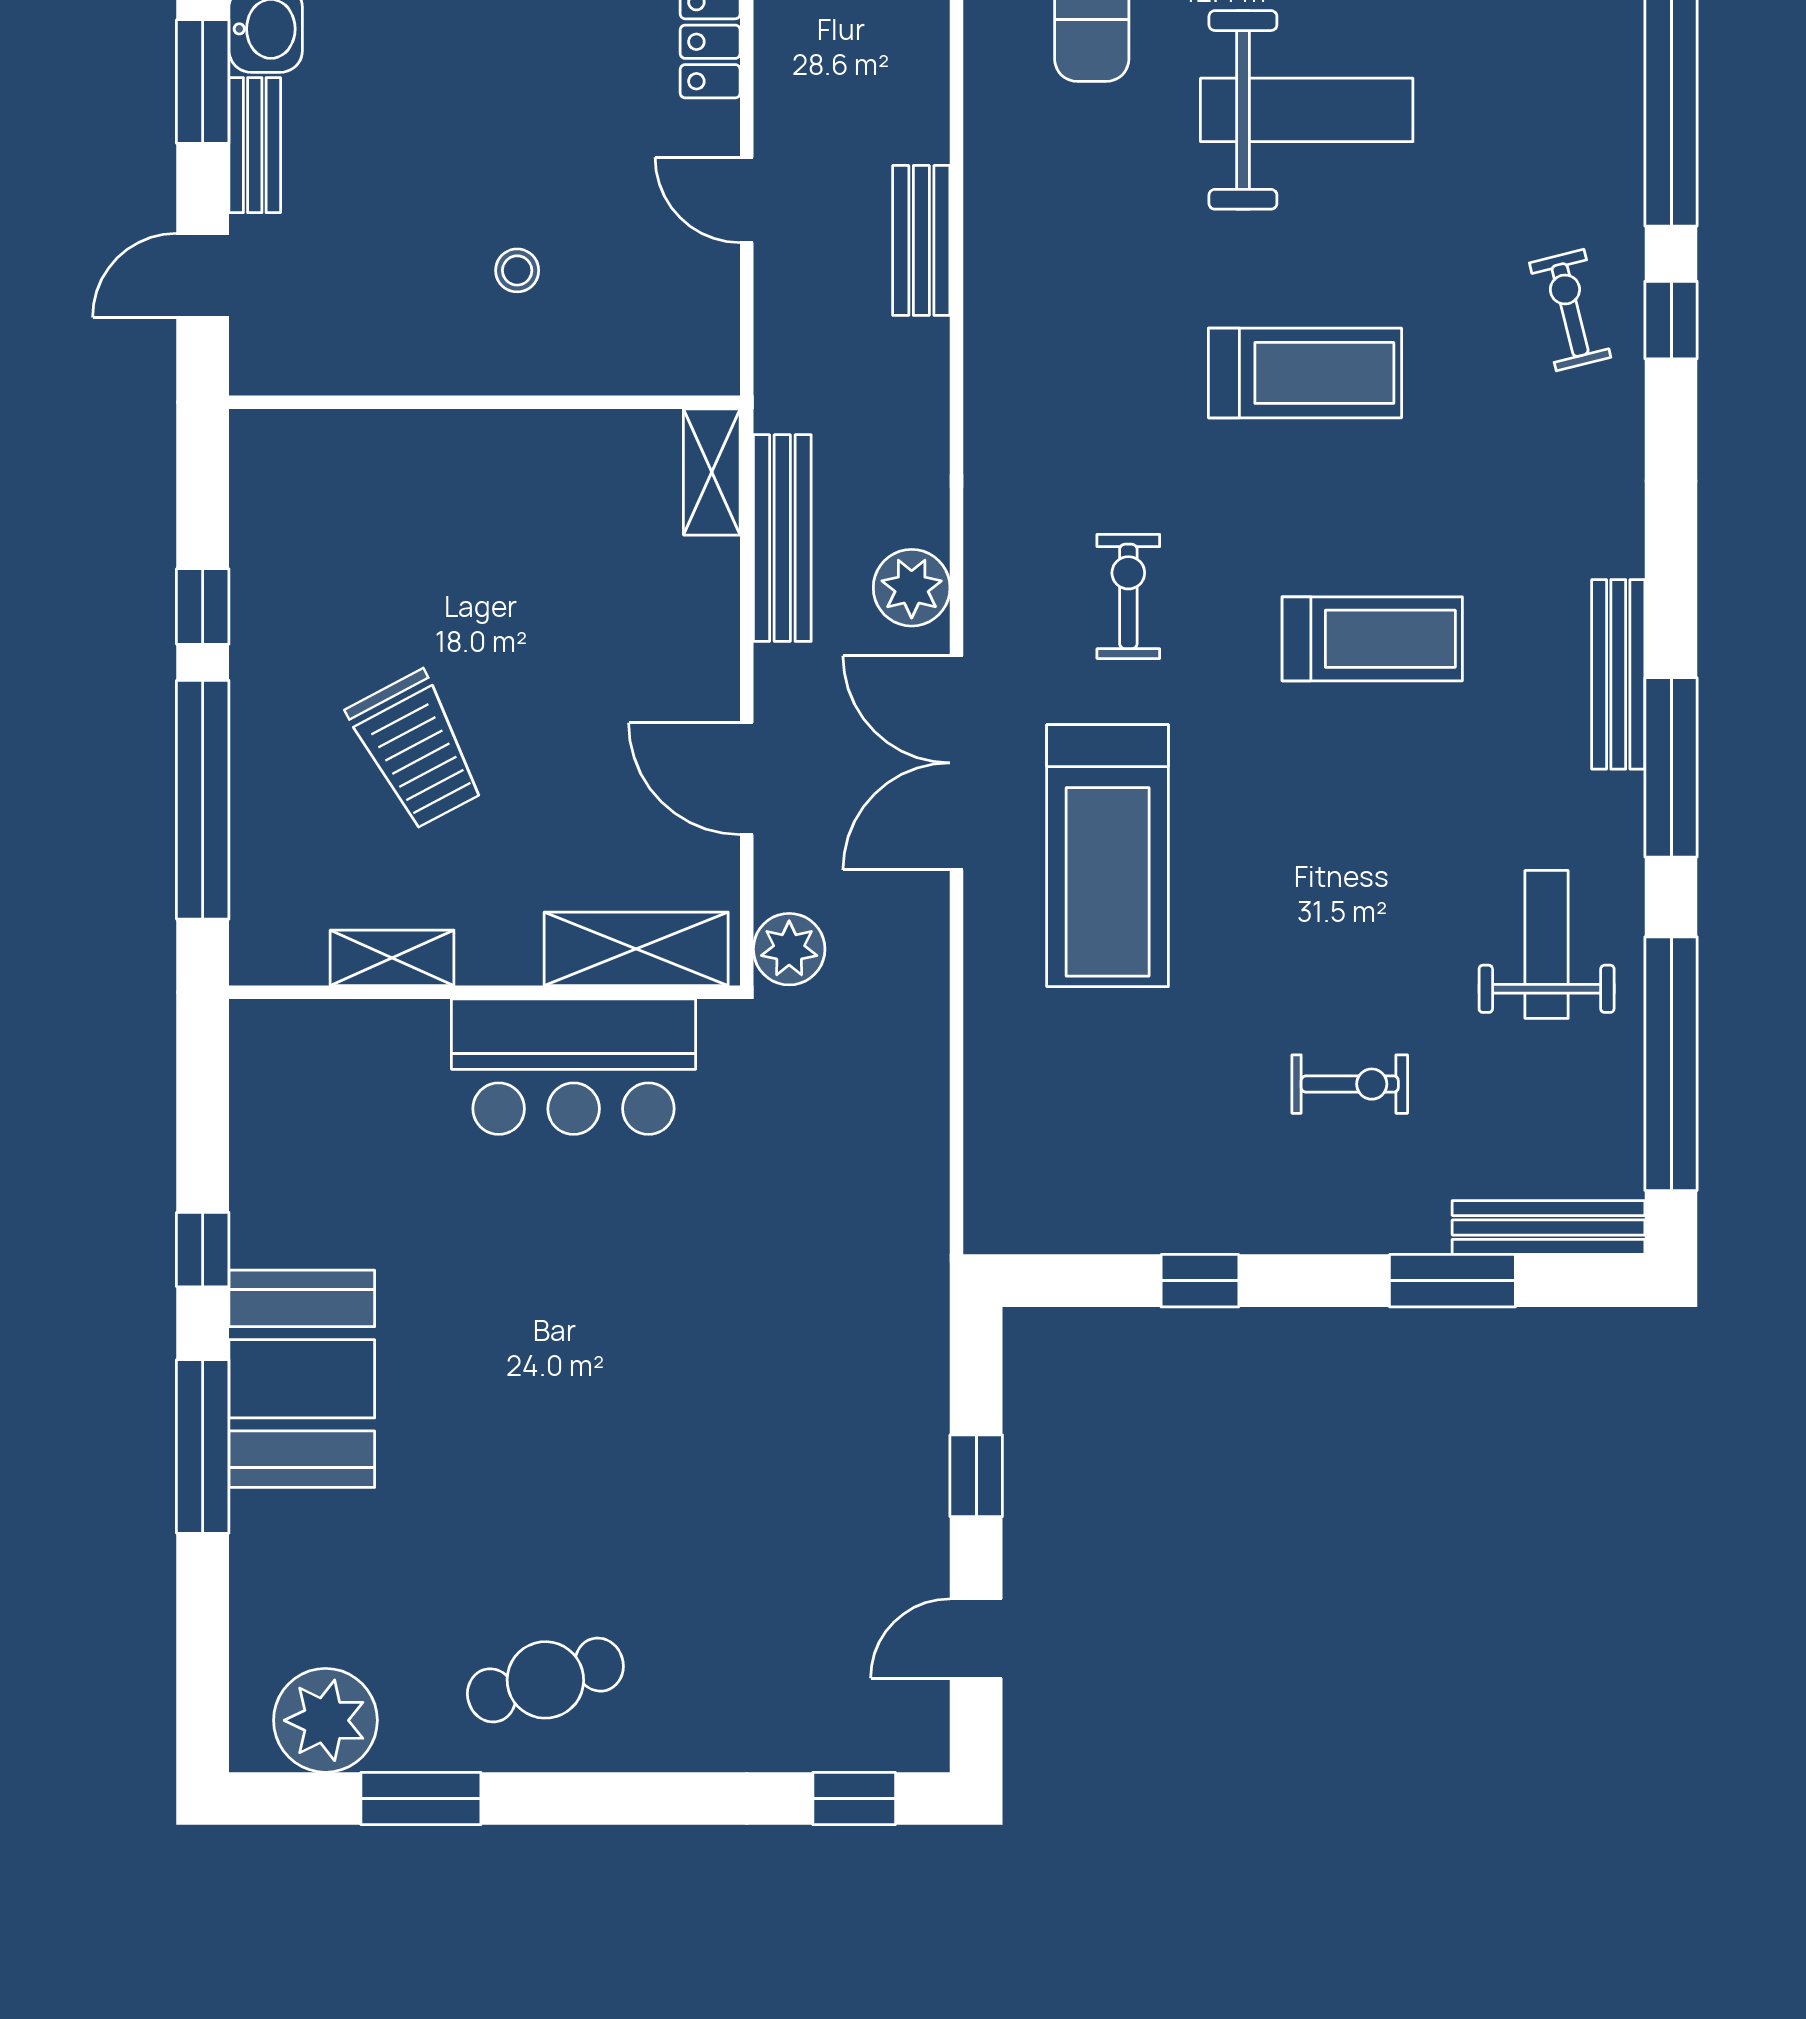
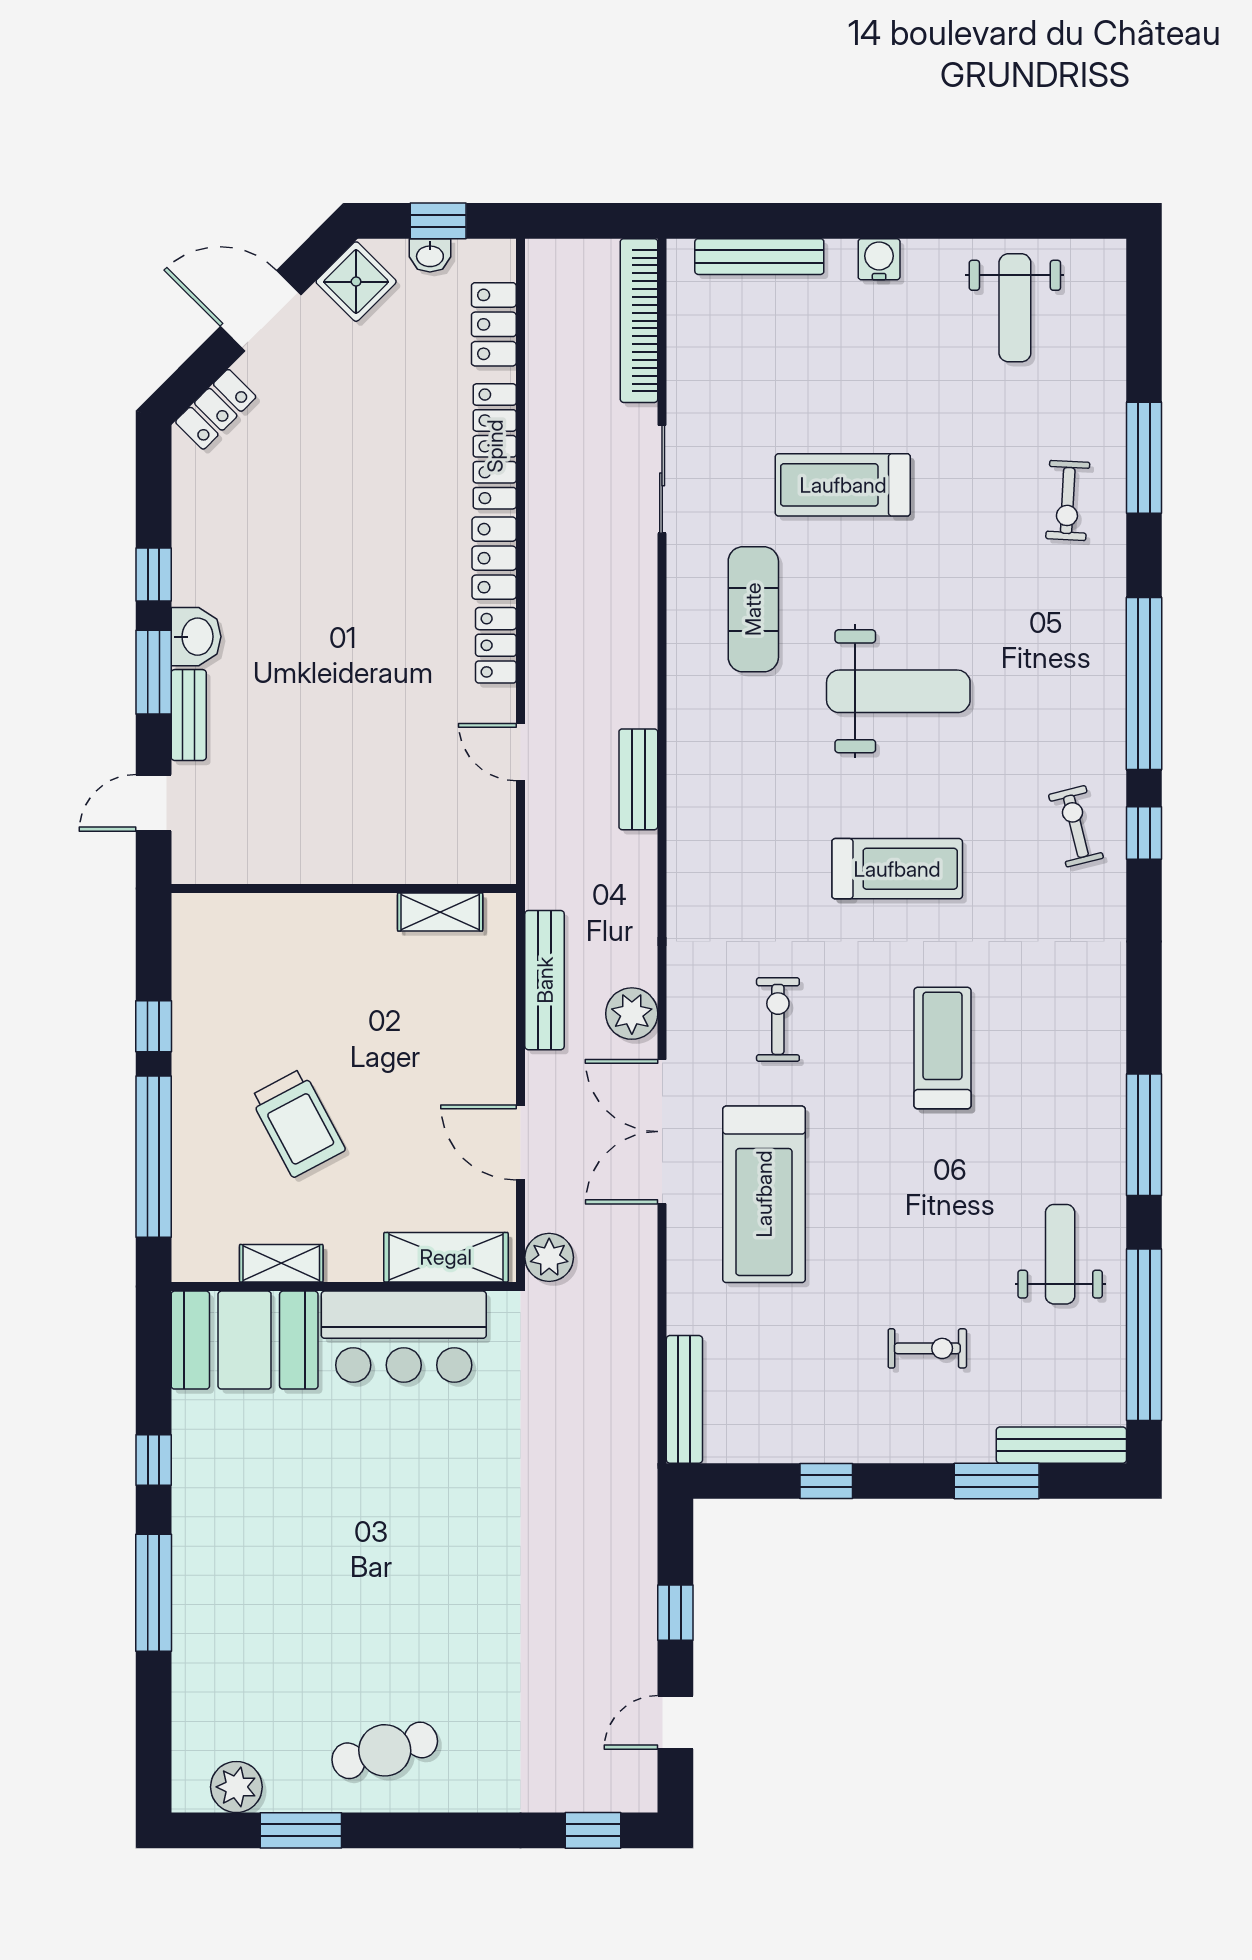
stool: (517, 270) -> (366, 800), removed
shelving: (712, 472) -> (440, 912), moved, turned 90
treadmill: (1372, 639) -> (942, 1048), turned -90
bench: (1618, 674) -> (684, 1399), moved
booth: (302, 1379) -> (245, 1340), moved, turned 90
plant: (325, 1720) -> (236, 1787), width x0.73, depth x0.73

